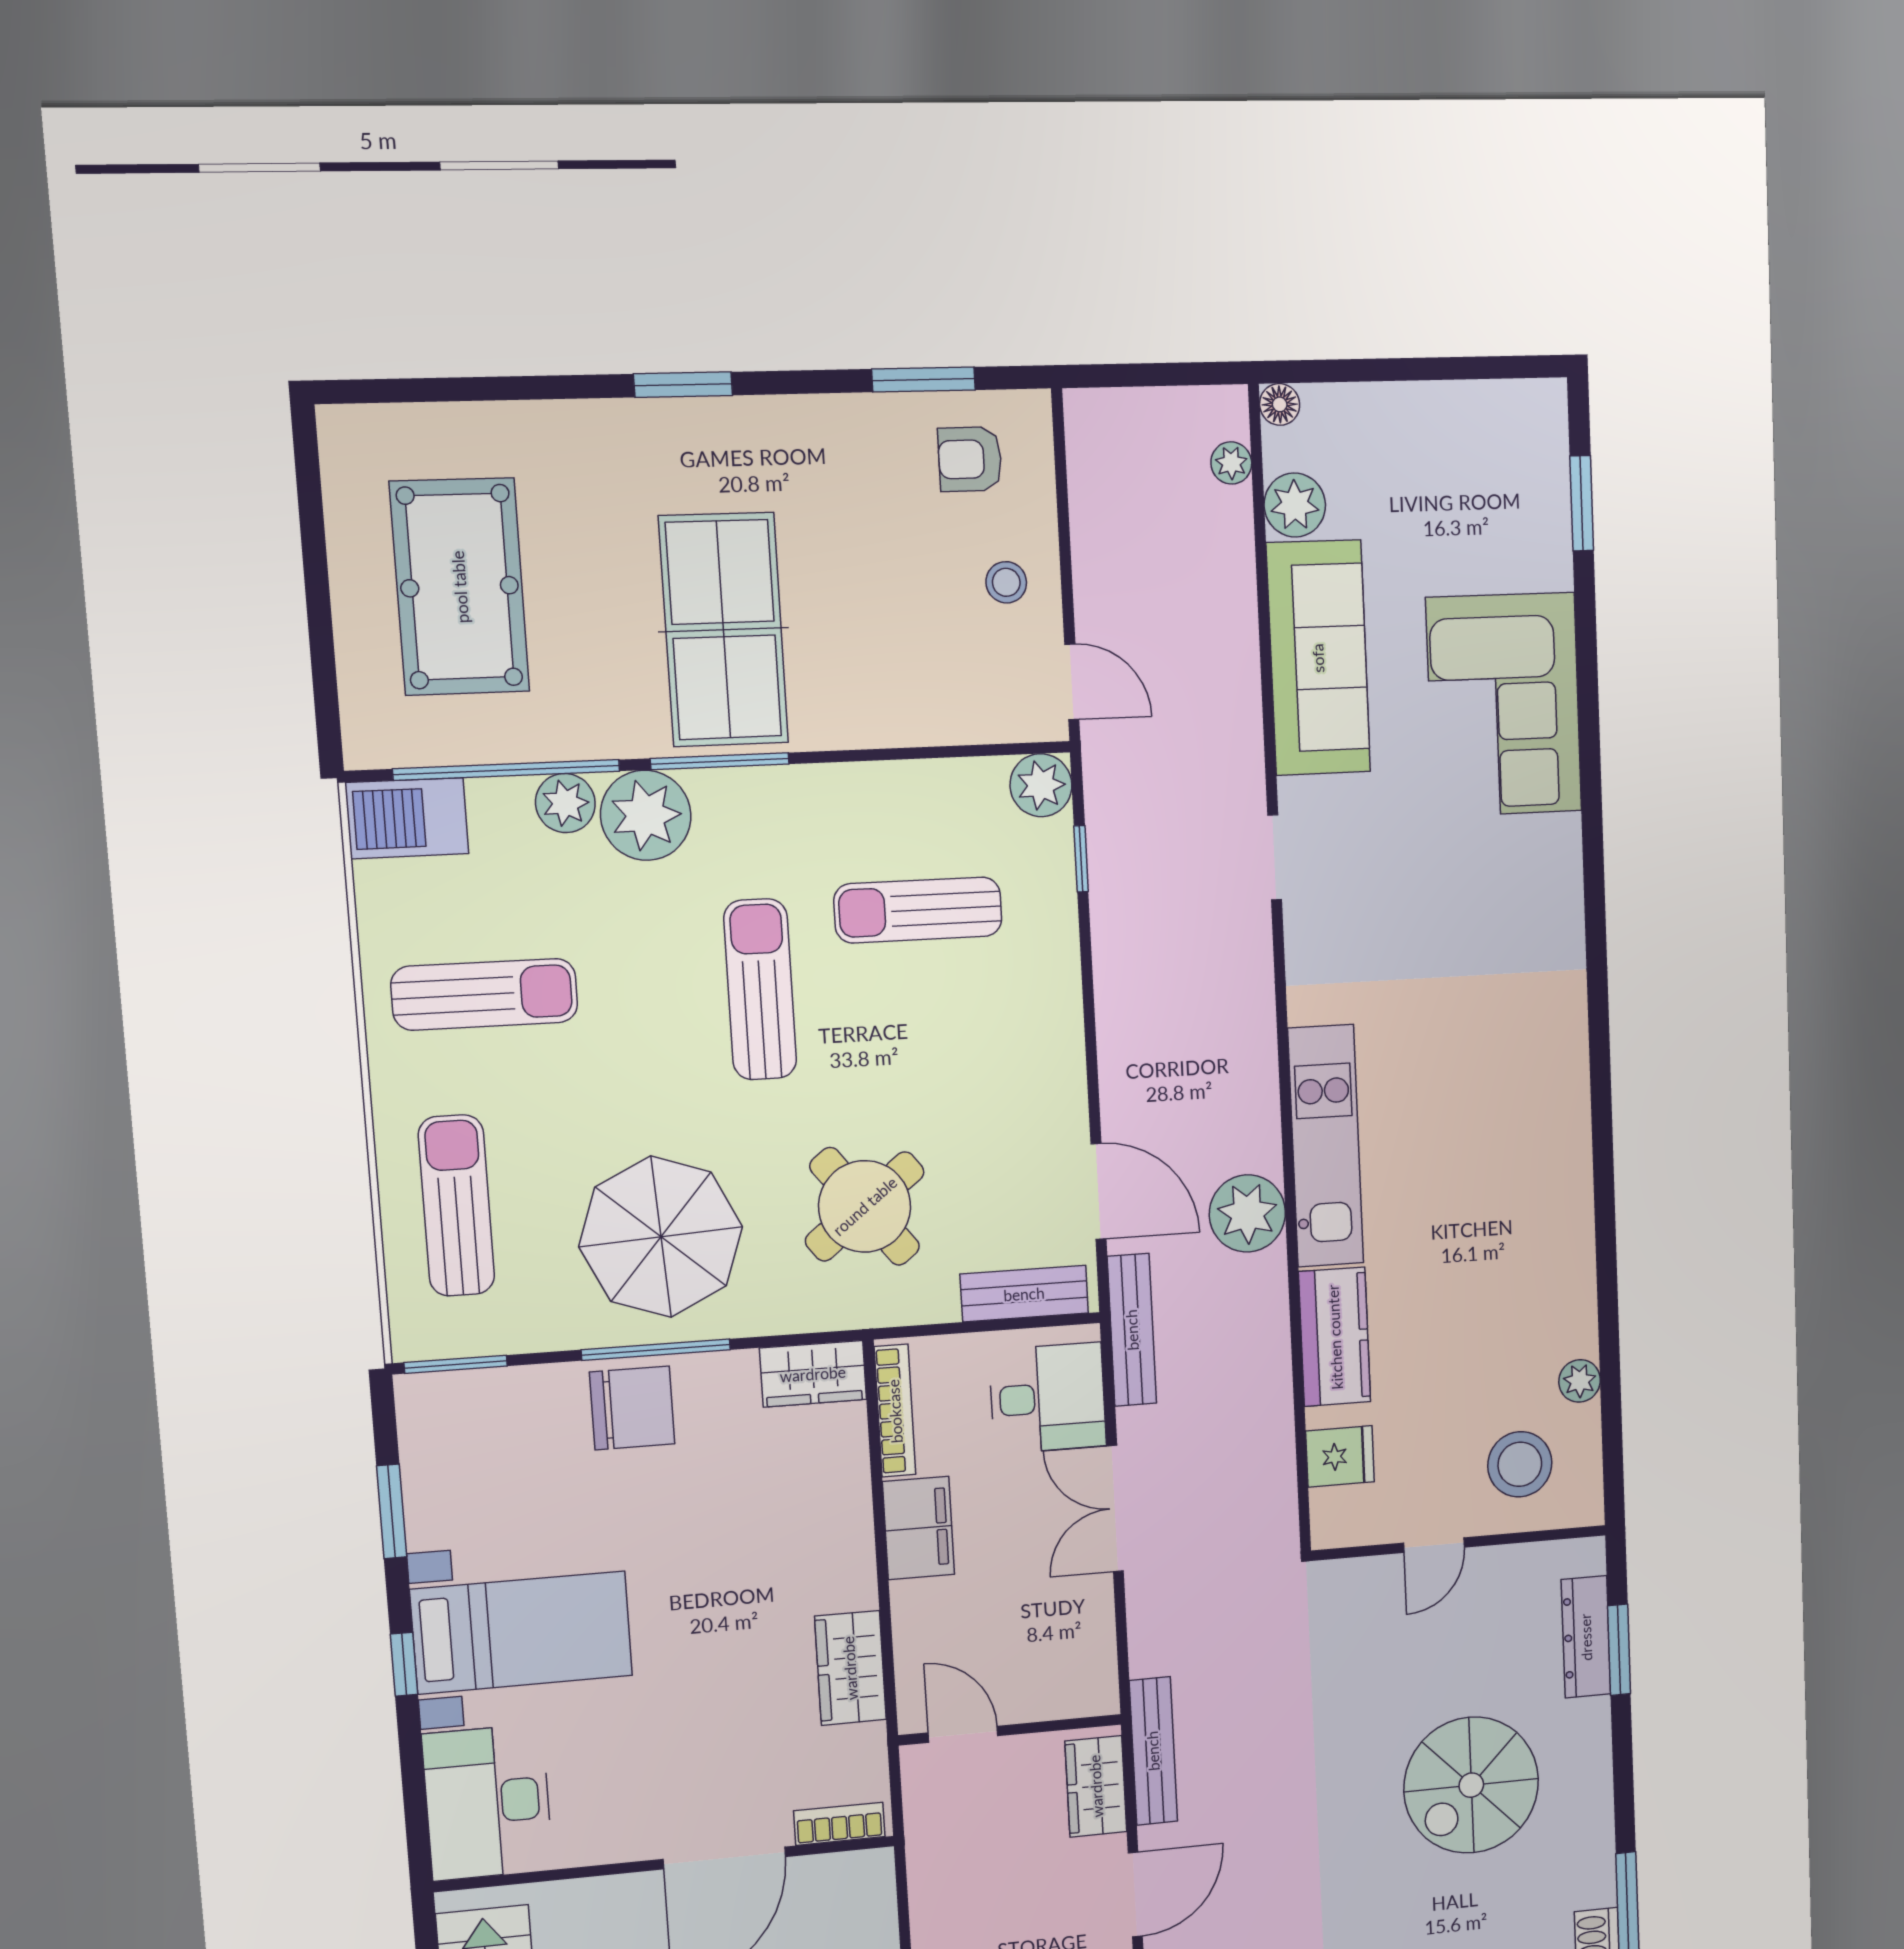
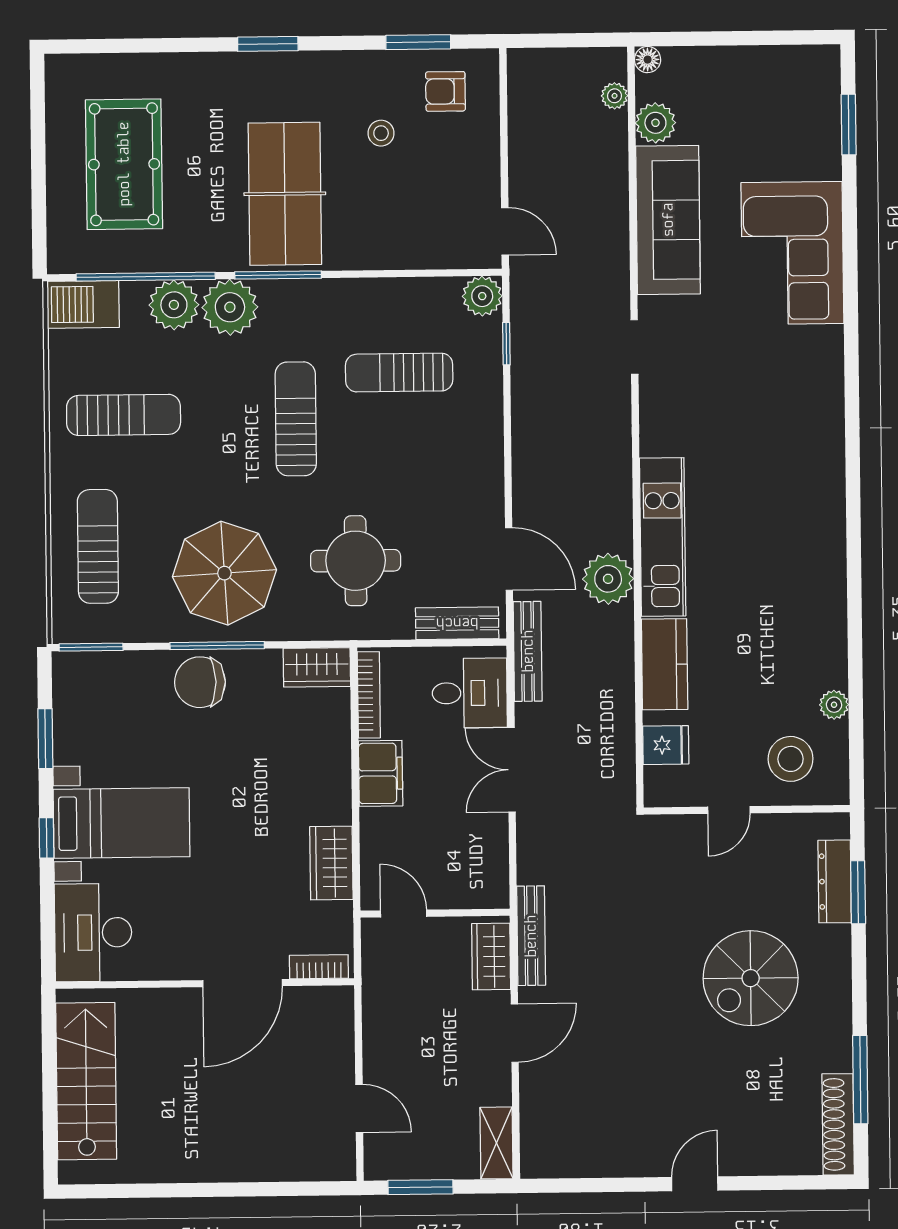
stool: (1006, 582) -> (381, 133), moved
plant: (565, 803) -> (174, 305), width x1.36, depth x1.36
round table: (865, 1206) -> (356, 561), turned 38
chair: (632, 1408) -> (200, 682), turned 180

